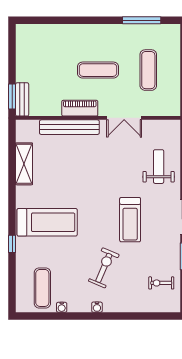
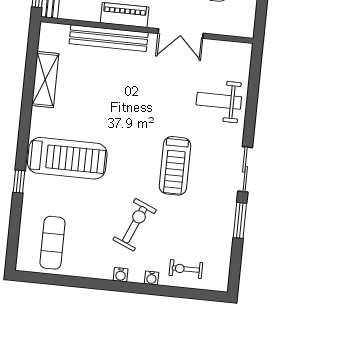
weight bench: (159, 167) -> (219, 101), turned -90
exercise bike: (161, 283) -> (186, 269), moved
water cooler: (62, 307) -> (152, 278), moved

